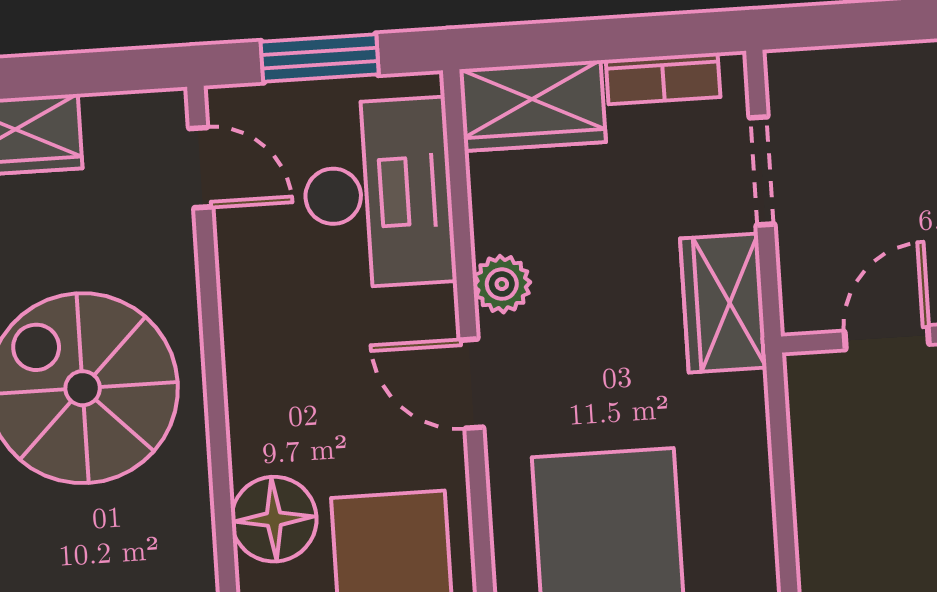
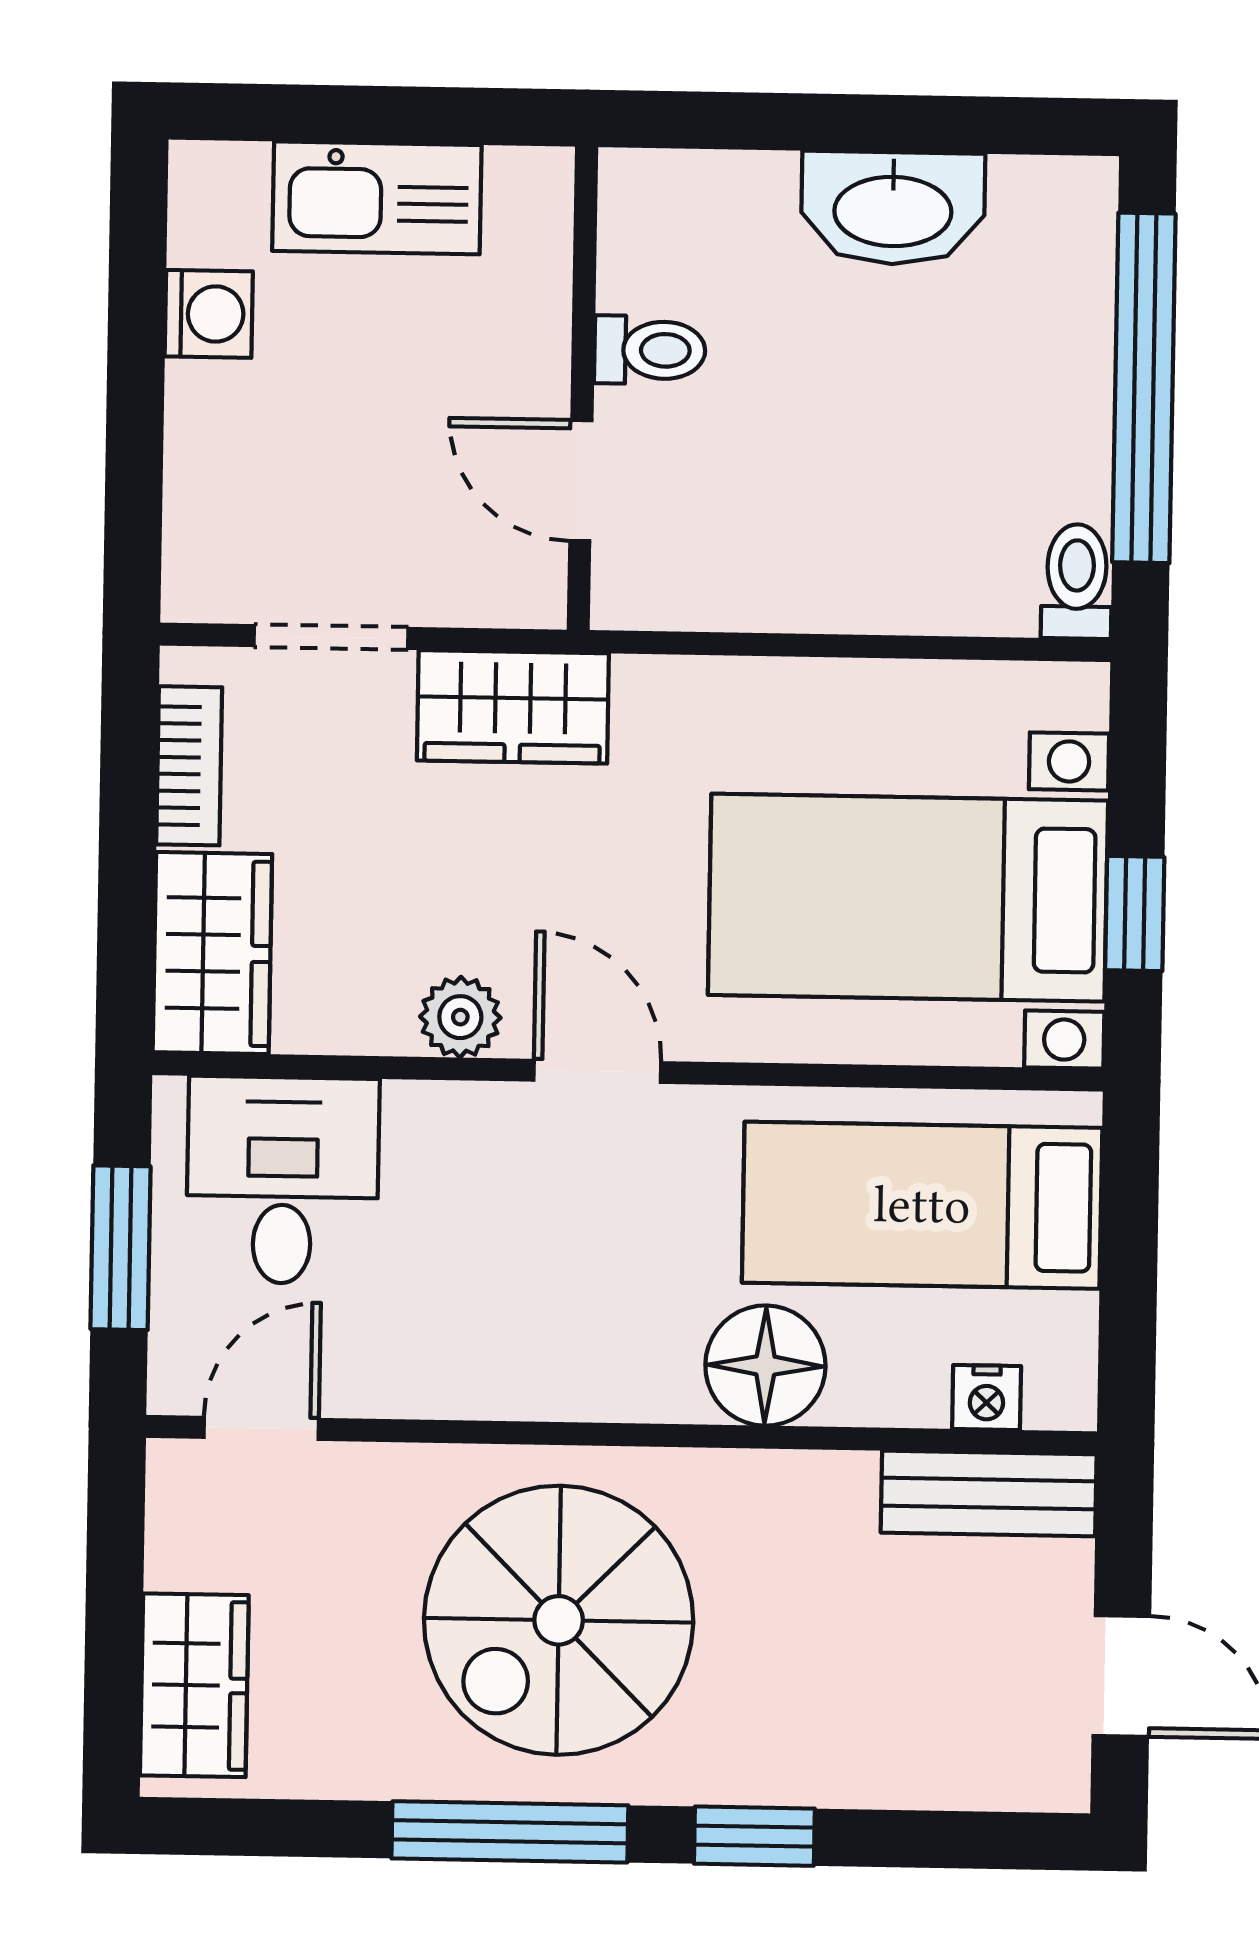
desk: (378, 193) -> (283, 1180), width x0.73
door: (471, 384) -> (597, 1071), swing flipped

